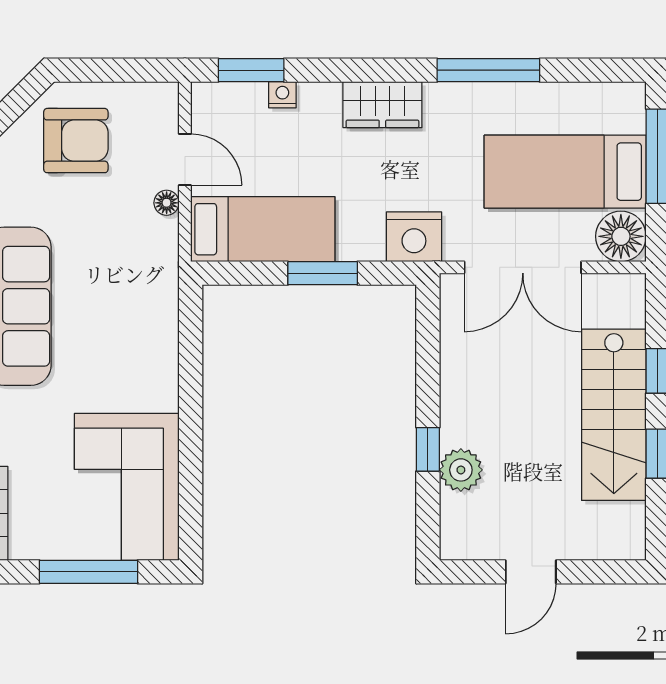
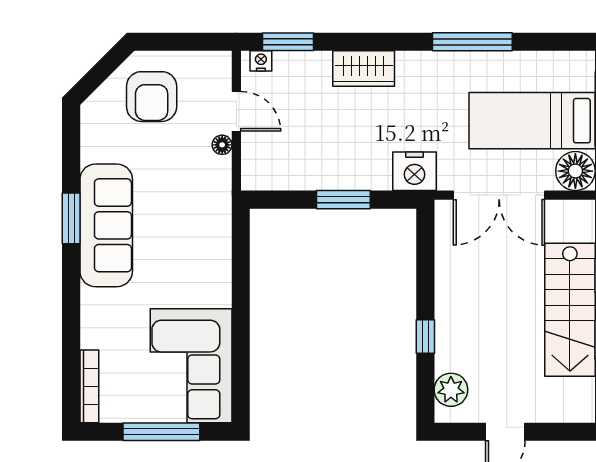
nightstand: (282, 95) -> (261, 61), moved
wardrobe: (382, 105) -> (364, 69), moved
armchair: (76, 141) -> (152, 97), turned 90
bed: (263, 229) -> (297, 165), removed
plant: (461, 470) -> (451, 390), moved

